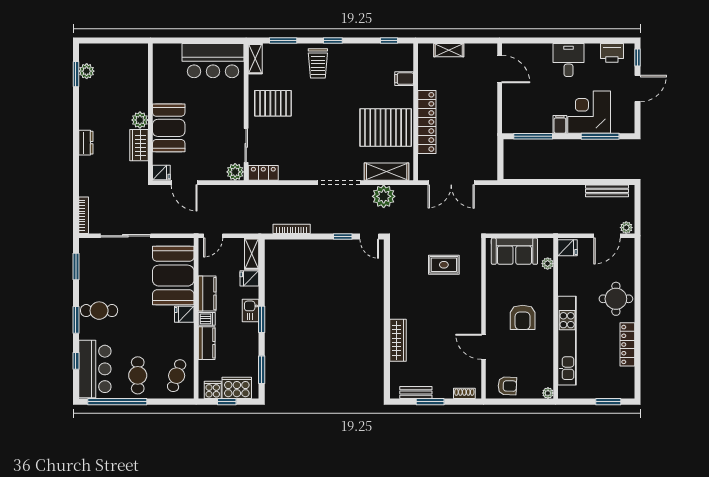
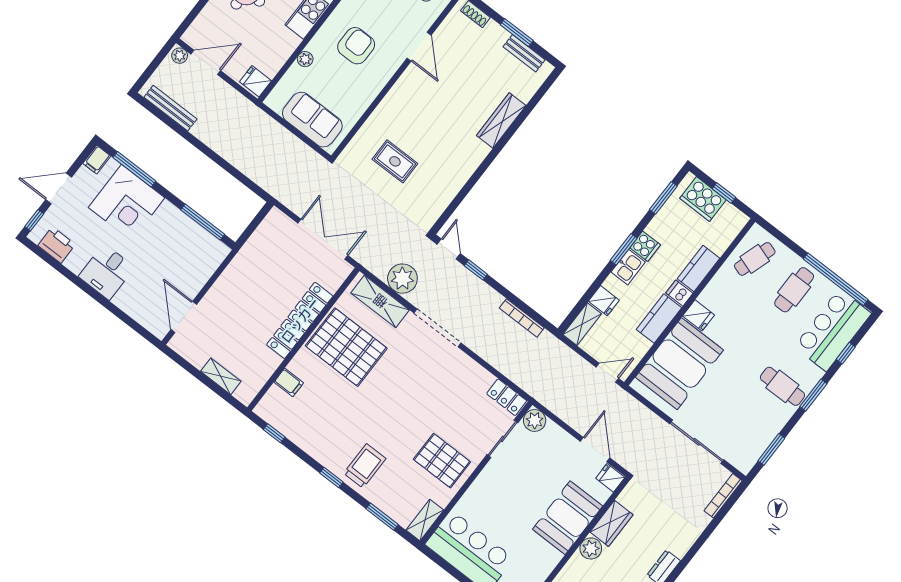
filing cabinet: (560, 124) -> (97, 160), moved
plant: (548, 264) -> (305, 59), moved
cooker: (213, 390) -> (645, 246), moved, turned -90

